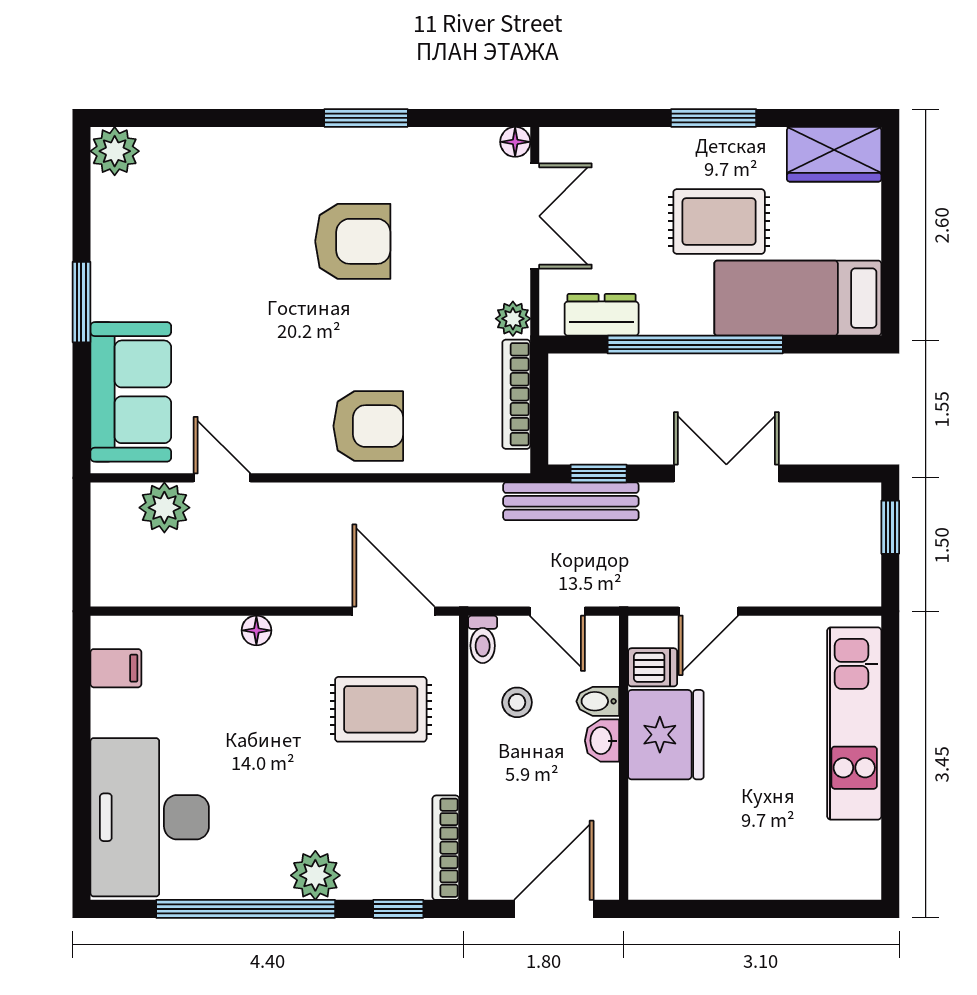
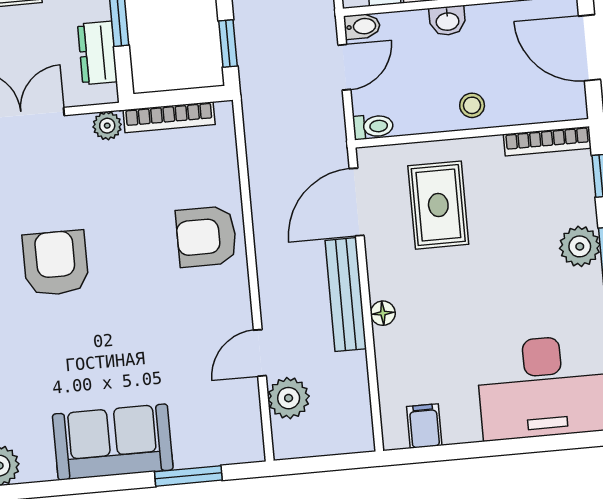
window: (81, 302) -> (188, 476), moved
sofa: (131, 392) -> (113, 442), moved
armchair: (368, 426) -> (206, 237), turned -90
bench: (571, 501) -> (346, 295), moved
bidet: (598, 701) -> (362, 26), moved, turned -90
stool: (517, 702) -> (472, 105), moved

